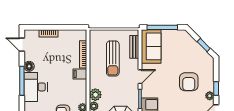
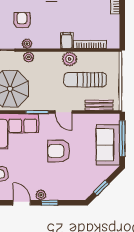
sofa: (151, 46) -> (108, 145), moved, turned 90
armchair: (189, 82) -> (59, 151), moved
plant: (95, 95) -> (70, 59), moved

